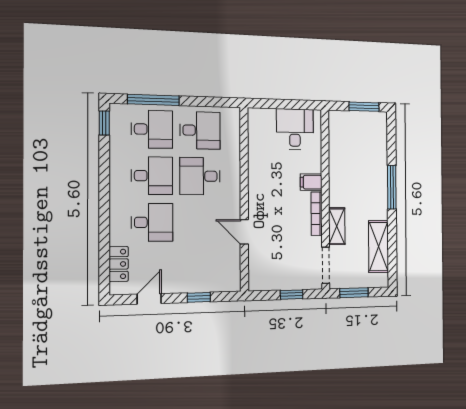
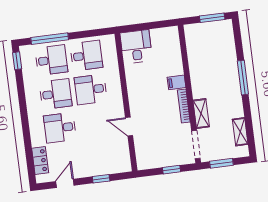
desk: (295, 129) -> (136, 47), moved
desk: (152, 222) -> (60, 128), turned 180
shelving: (378, 246) -> (240, 132), width x0.67, depth x0.75

